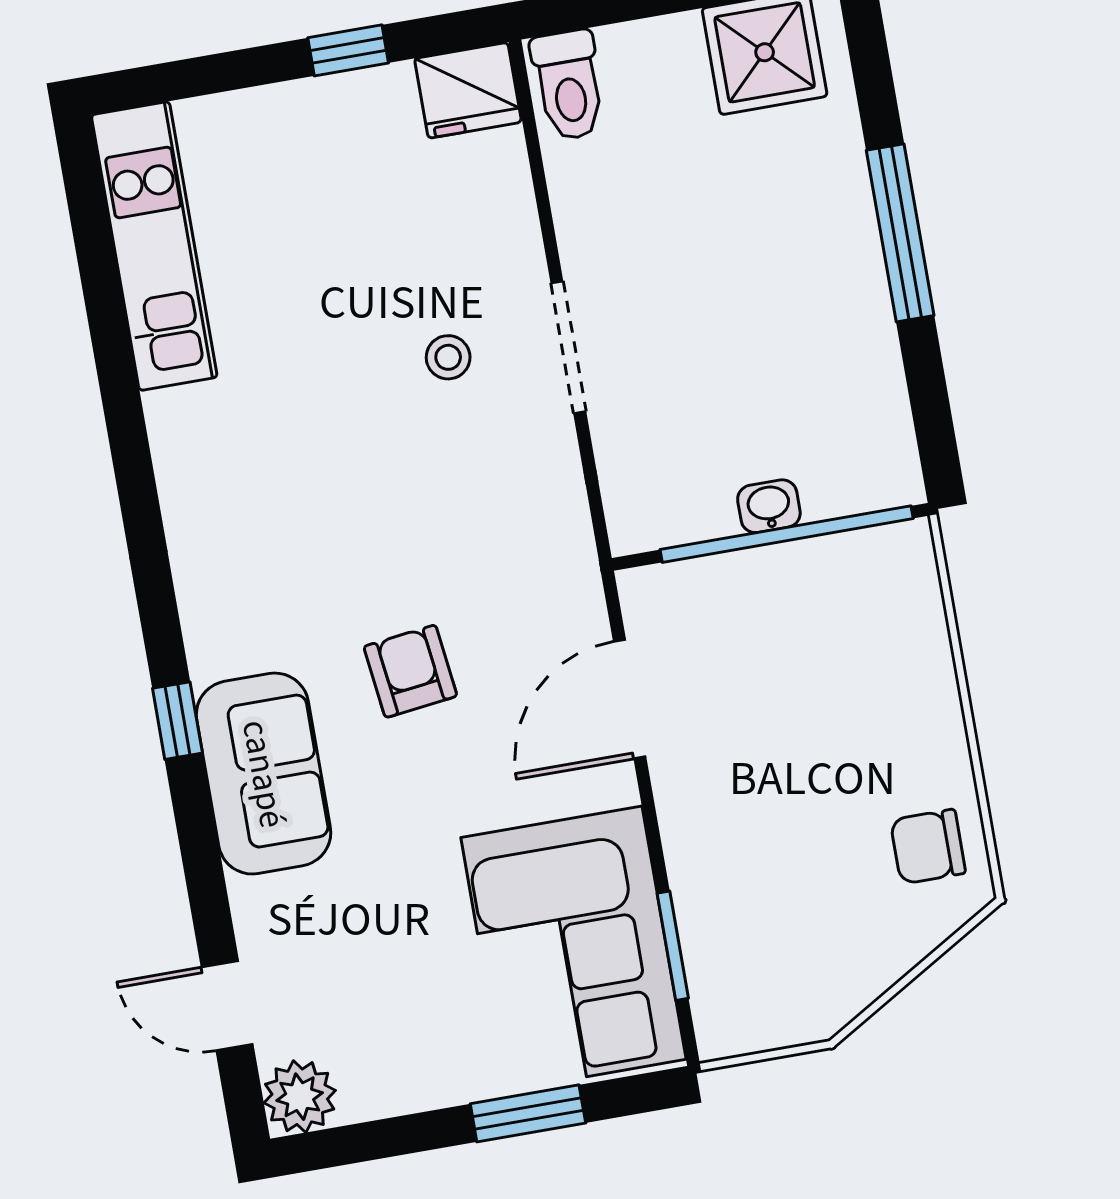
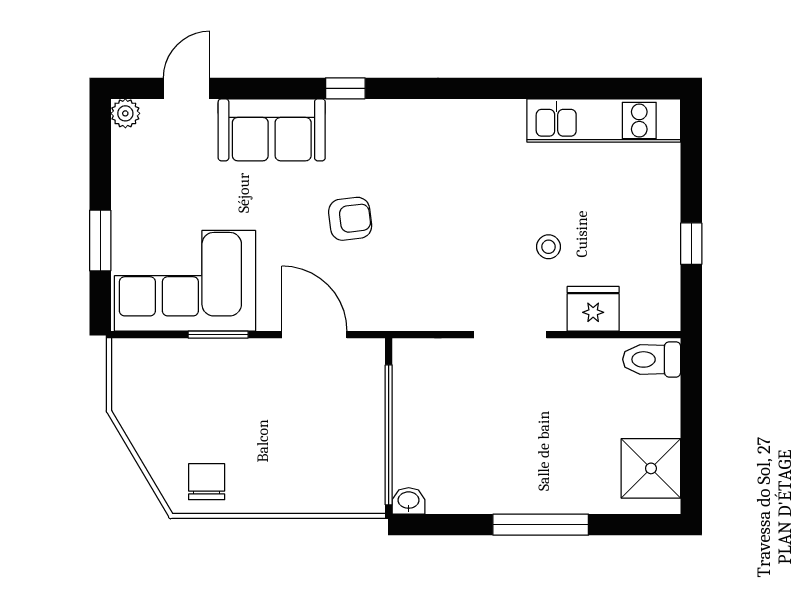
fridge: (468, 90) -> (593, 309), moved, turned 90
stool: (448, 357) -> (549, 247), moved
washbasin: (769, 506) -> (409, 501), moved, turned -90
sofa: (264, 774) -> (272, 130), moved
window: (673, 946) -> (218, 335), moved
plant: (300, 1097) -> (125, 113), width x0.73, depth x0.73

